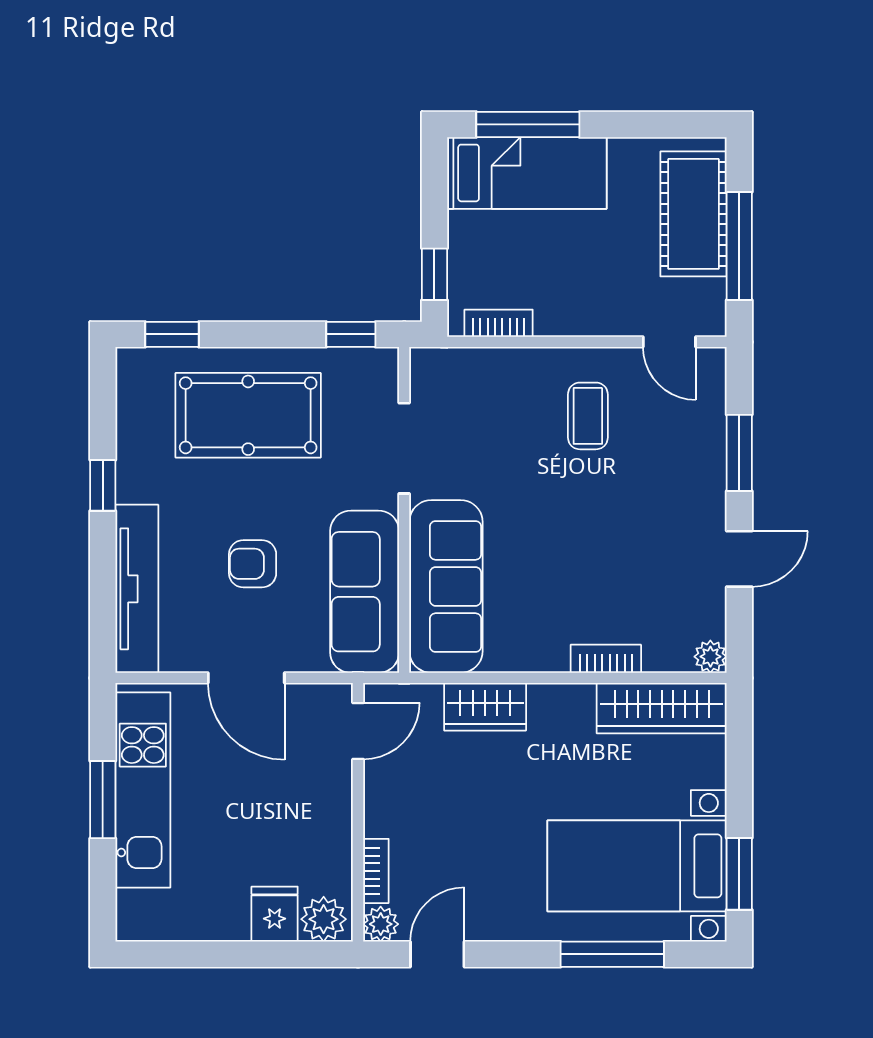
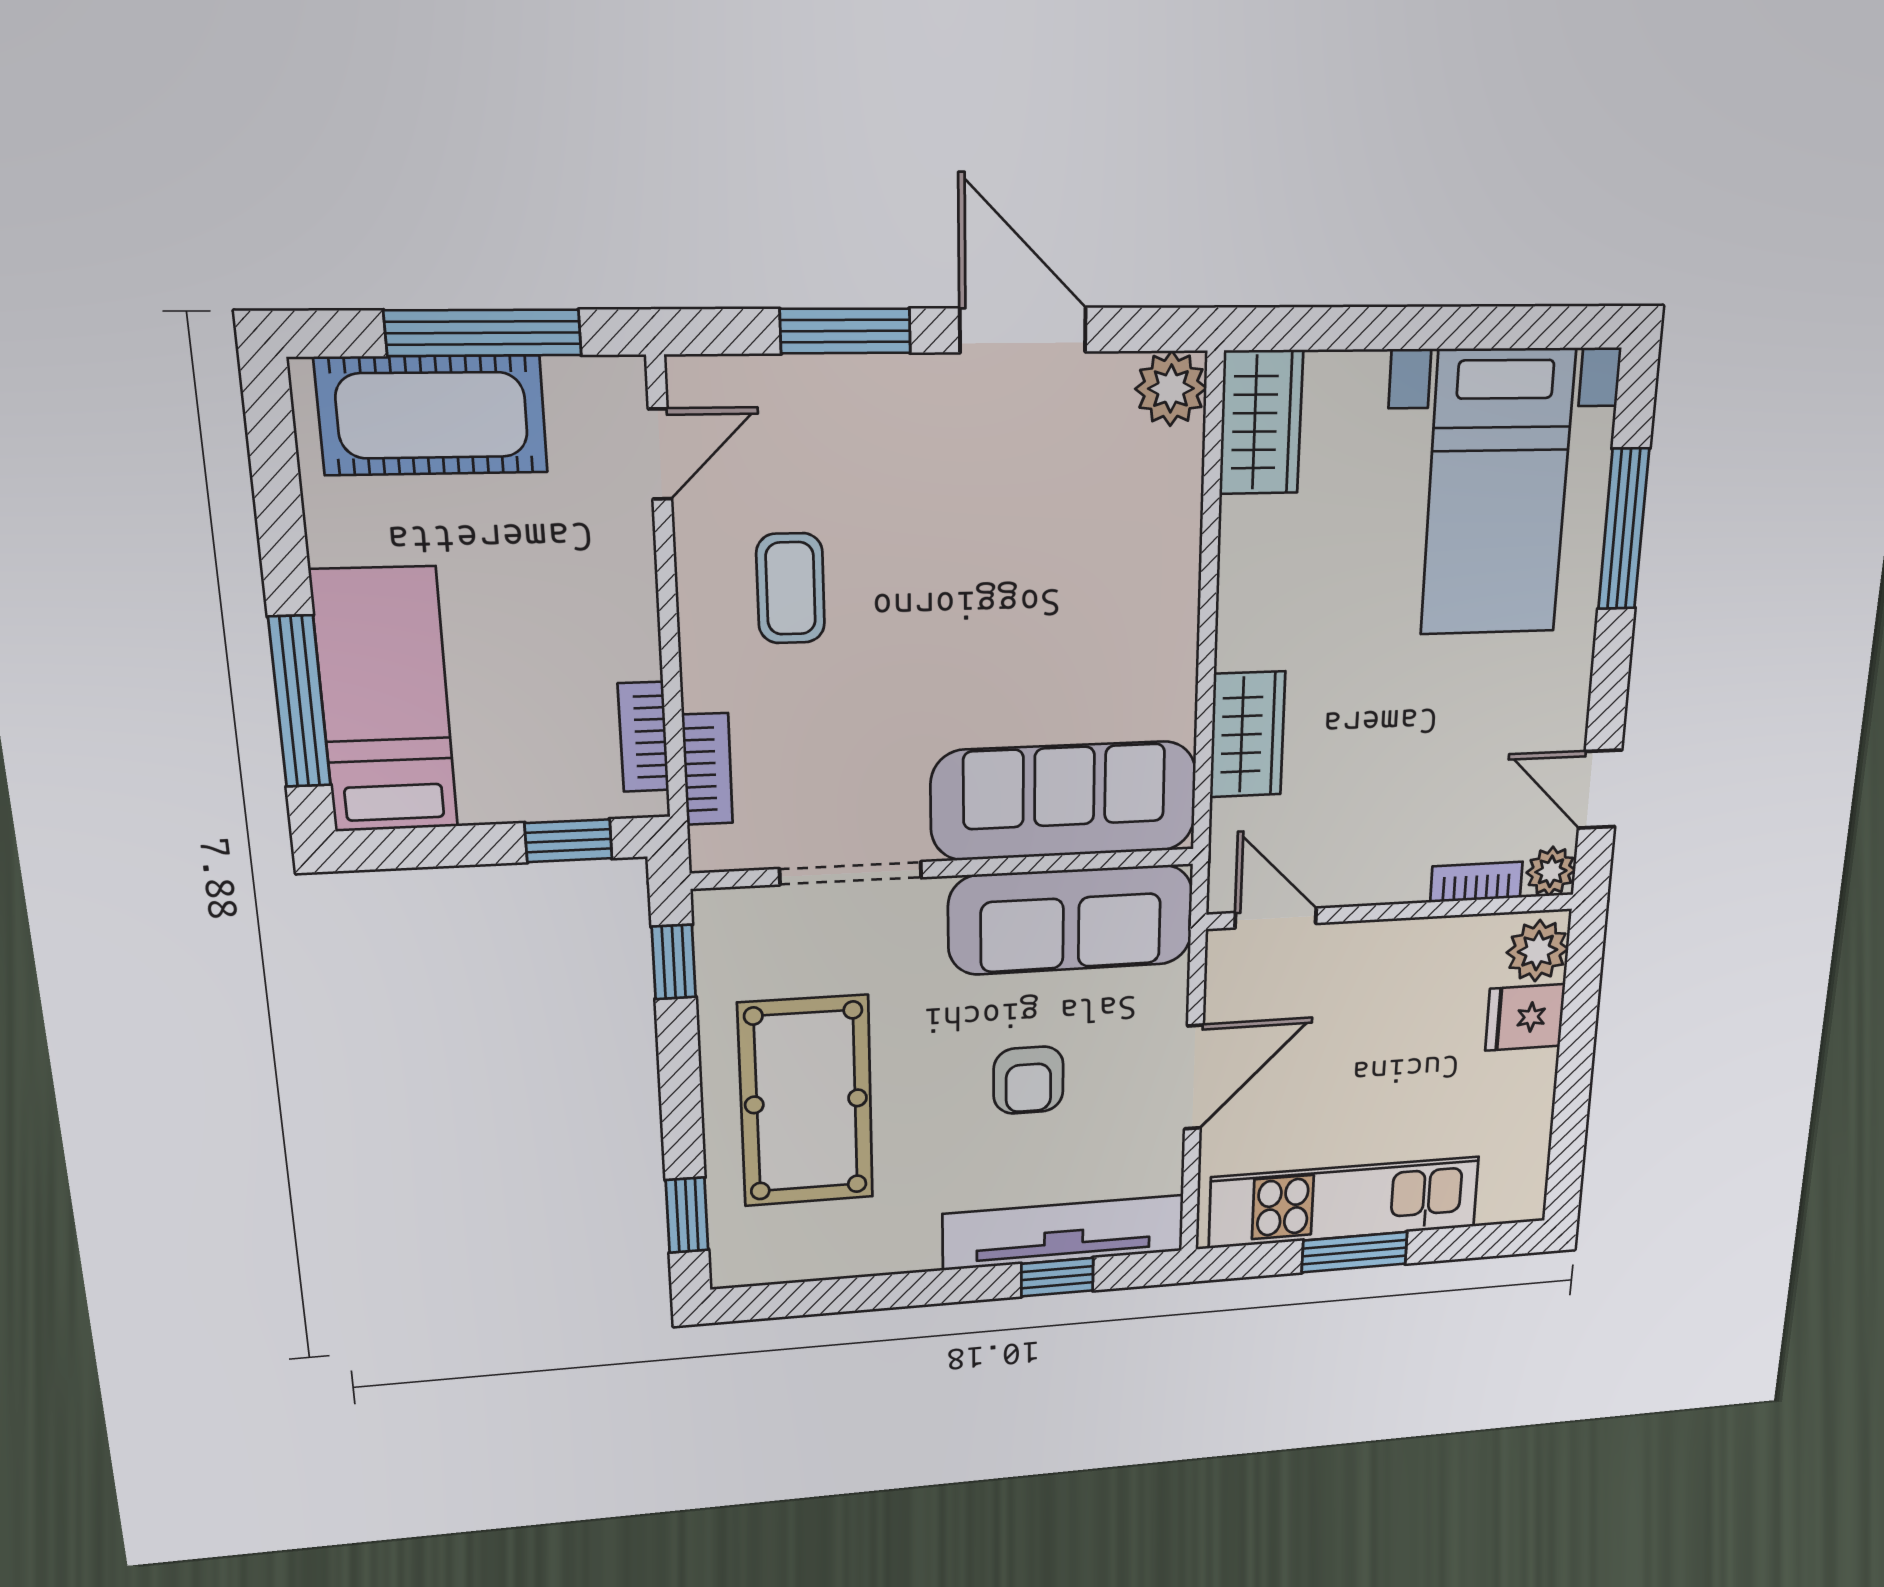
coffee table: (588, 416) -> (791, 588), turned 90
window: (103, 485) -> (1057, 1277), moved
door: (739, 559) -> (1023, 330), width x1.38
plant: (710, 657) -> (1171, 388), width x1.38, depth x1.38
bookcase: (606, 659) -> (707, 769), moved, turned 180
wardrobe: (662, 708) -> (1261, 422), width x0.67
window: (739, 874) -> (1522, 327), removed

